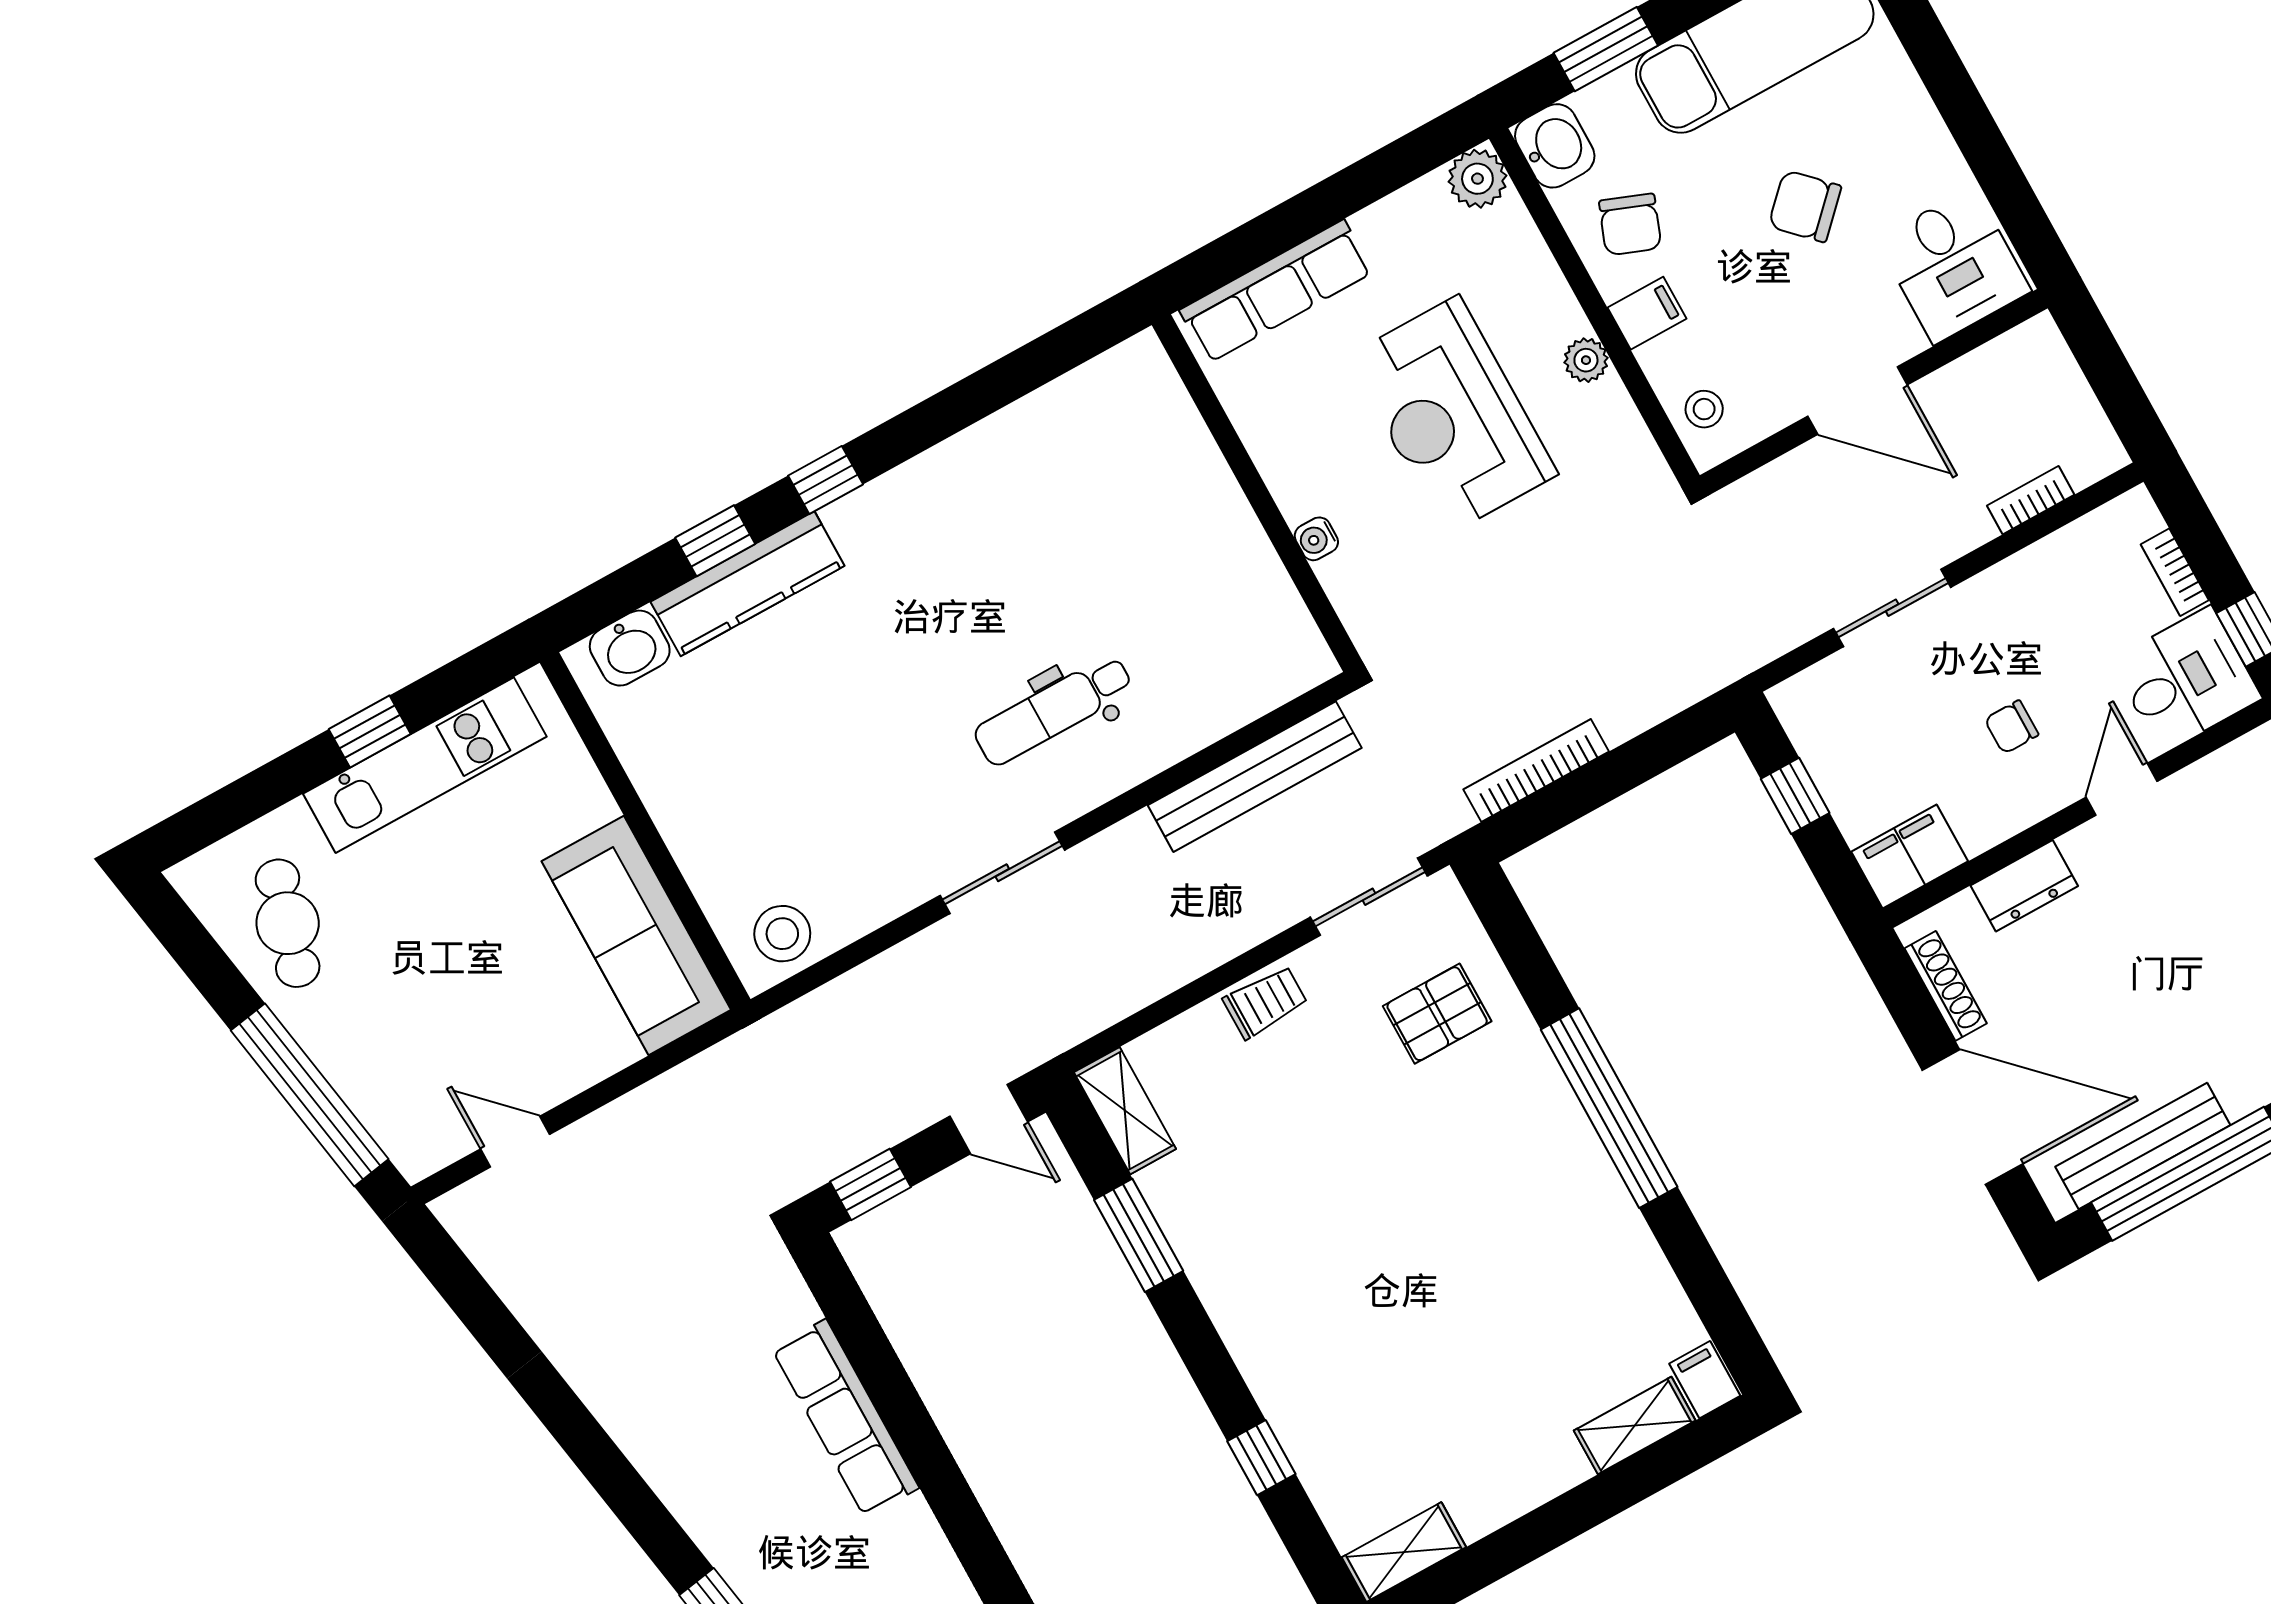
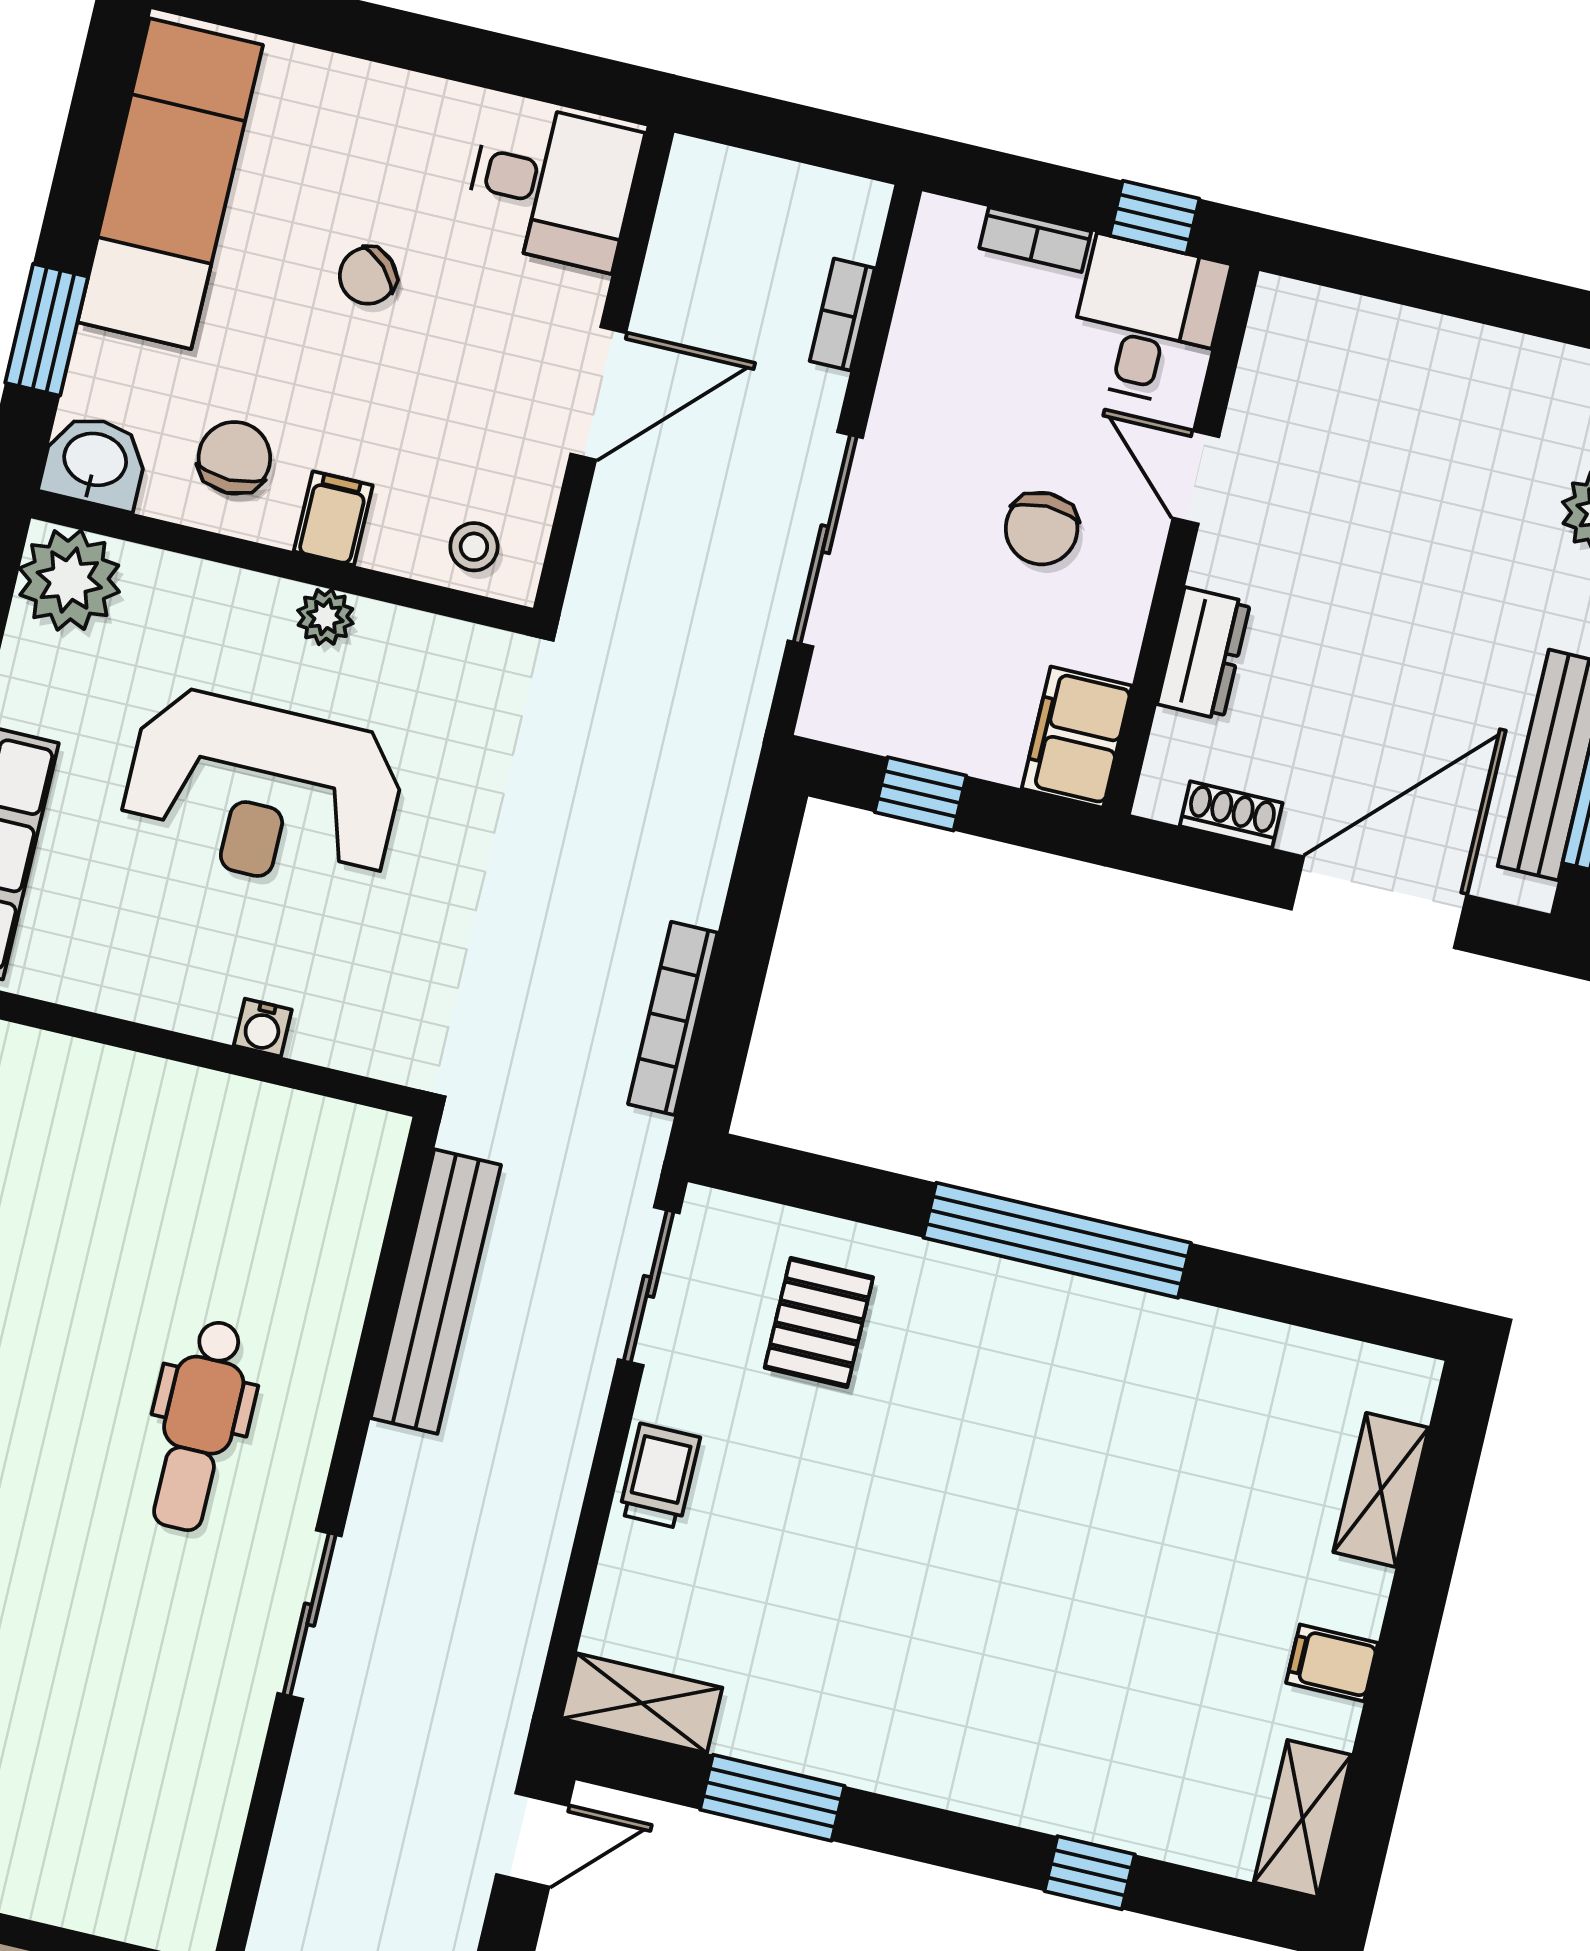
plant: (1477, 179) -> (69, 580), width x1.36, depth x1.36
chair: (1805, 206) -> (368, 276), width x0.73, depth x0.73
chair: (1630, 224) -> (234, 458), turned -111
sliding door: (1892, 608) -> (825, 539), width x1.37
chair: (2011, 727) -> (1042, 529), width x1.37, depth x1.37
stool: (782, 934) -> (178, 1876), removed
shoe rack: (1946, 986) -> (1231, 815), width x0.70
filing cabinet: (1705, 1380) -> (1332, 1663), moved

